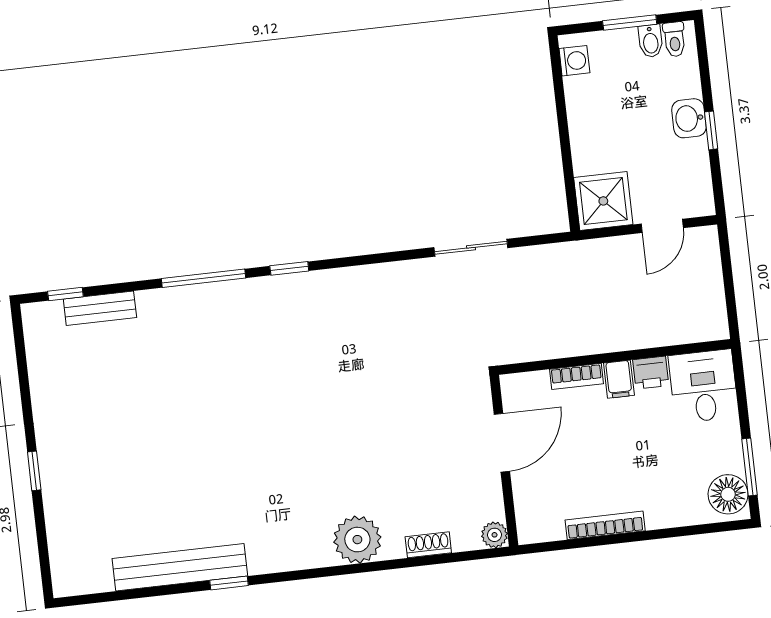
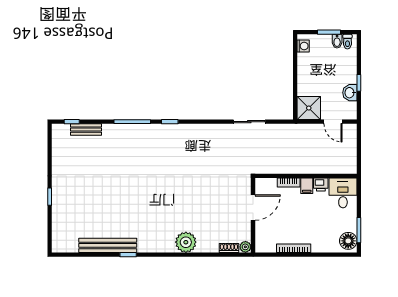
washbasin: (689, 118) -> (350, 93), moved
door: (662, 226) -> (333, 122), hinge flipped
shoe rack: (428, 545) -> (229, 248), moved

